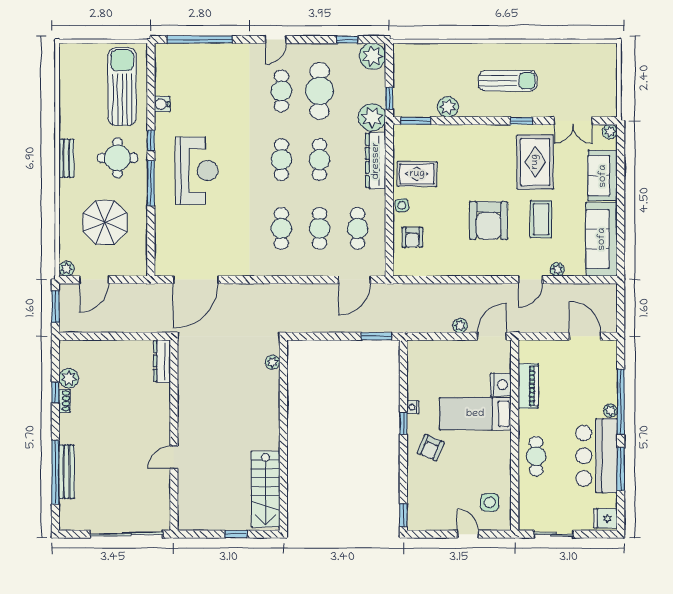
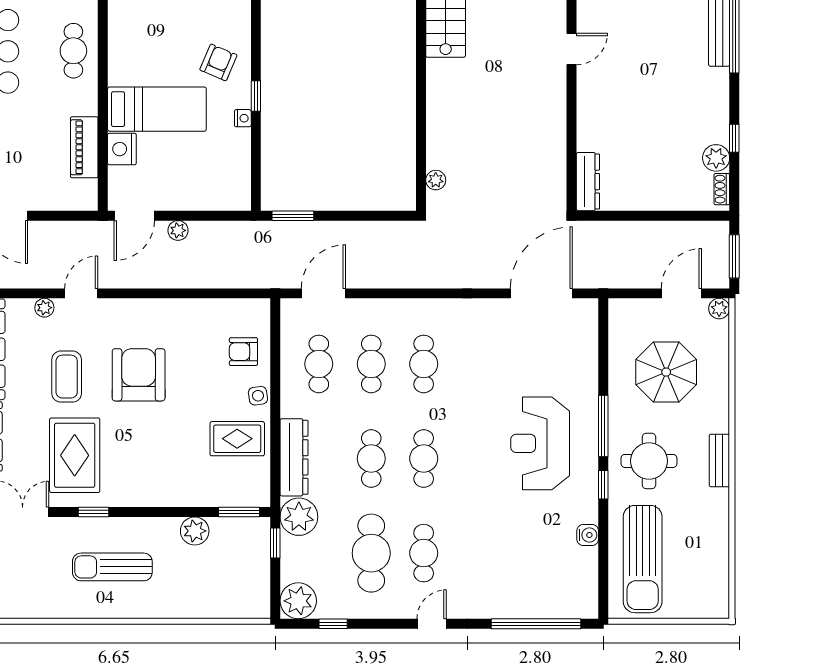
armchair: (412, 237) -> (243, 352), turned -90
shoe rack: (65, 401) -> (722, 189), moved

